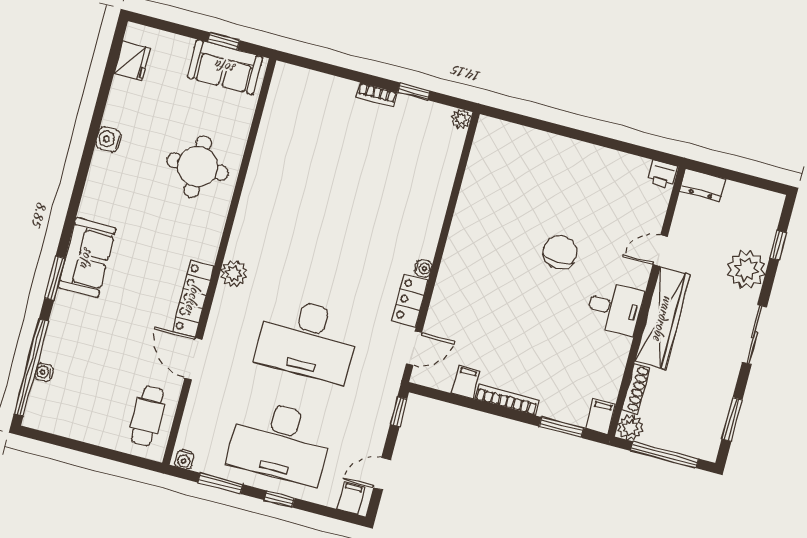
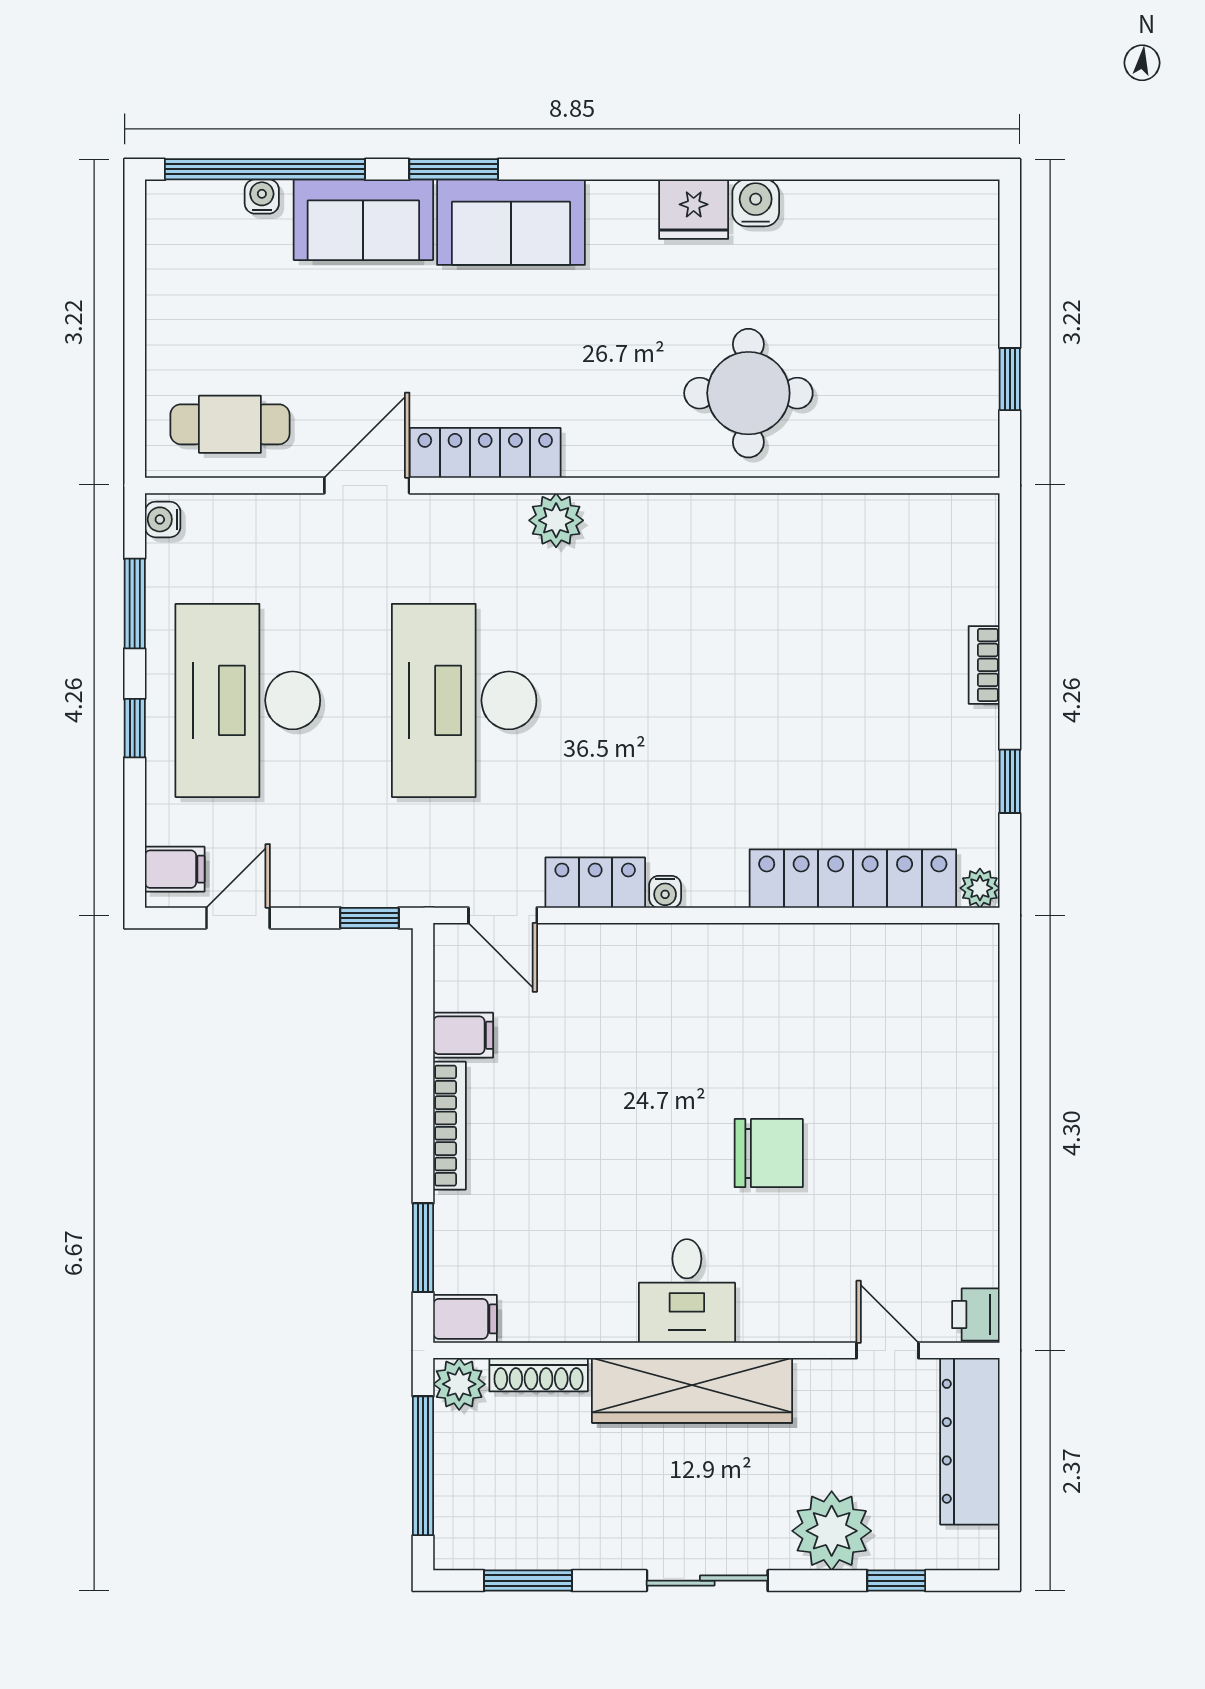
fridge: (132, 61) -> (694, 209), moved
sofa: (225, 67) -> (363, 220), moved, turned -90
bookcase: (377, 95) -> (984, 665), moved
locker: (440, 178) -> (853, 879), added
dresser: (703, 185) -> (970, 1441), width x1.96, depth x1.24
door: (660, 251) -> (888, 1350), moved
door: (382, 474) -> (238, 918), hinge flipped

